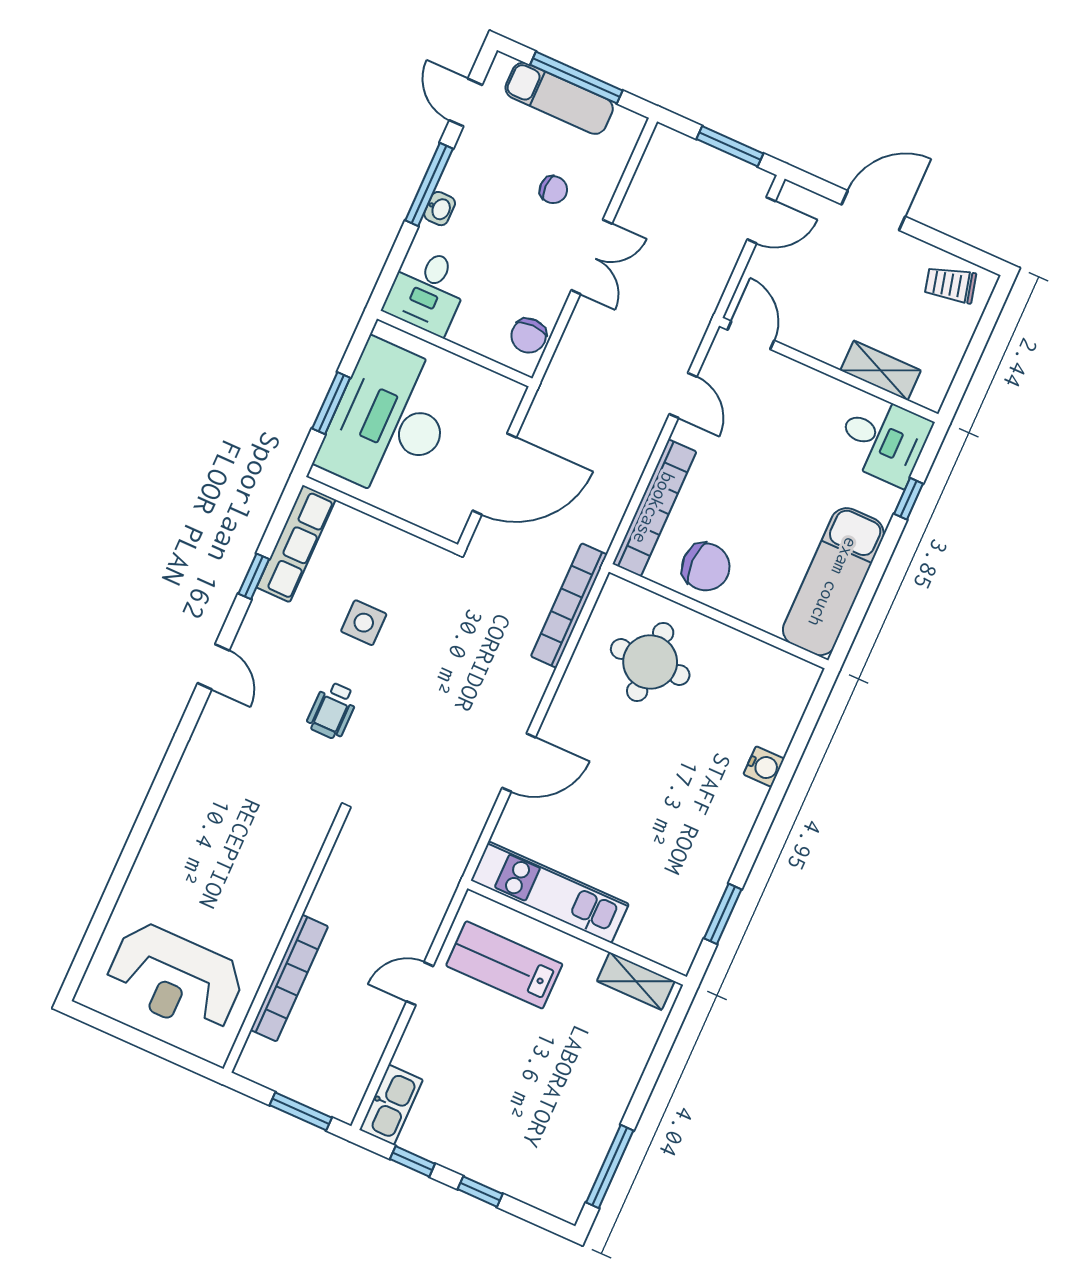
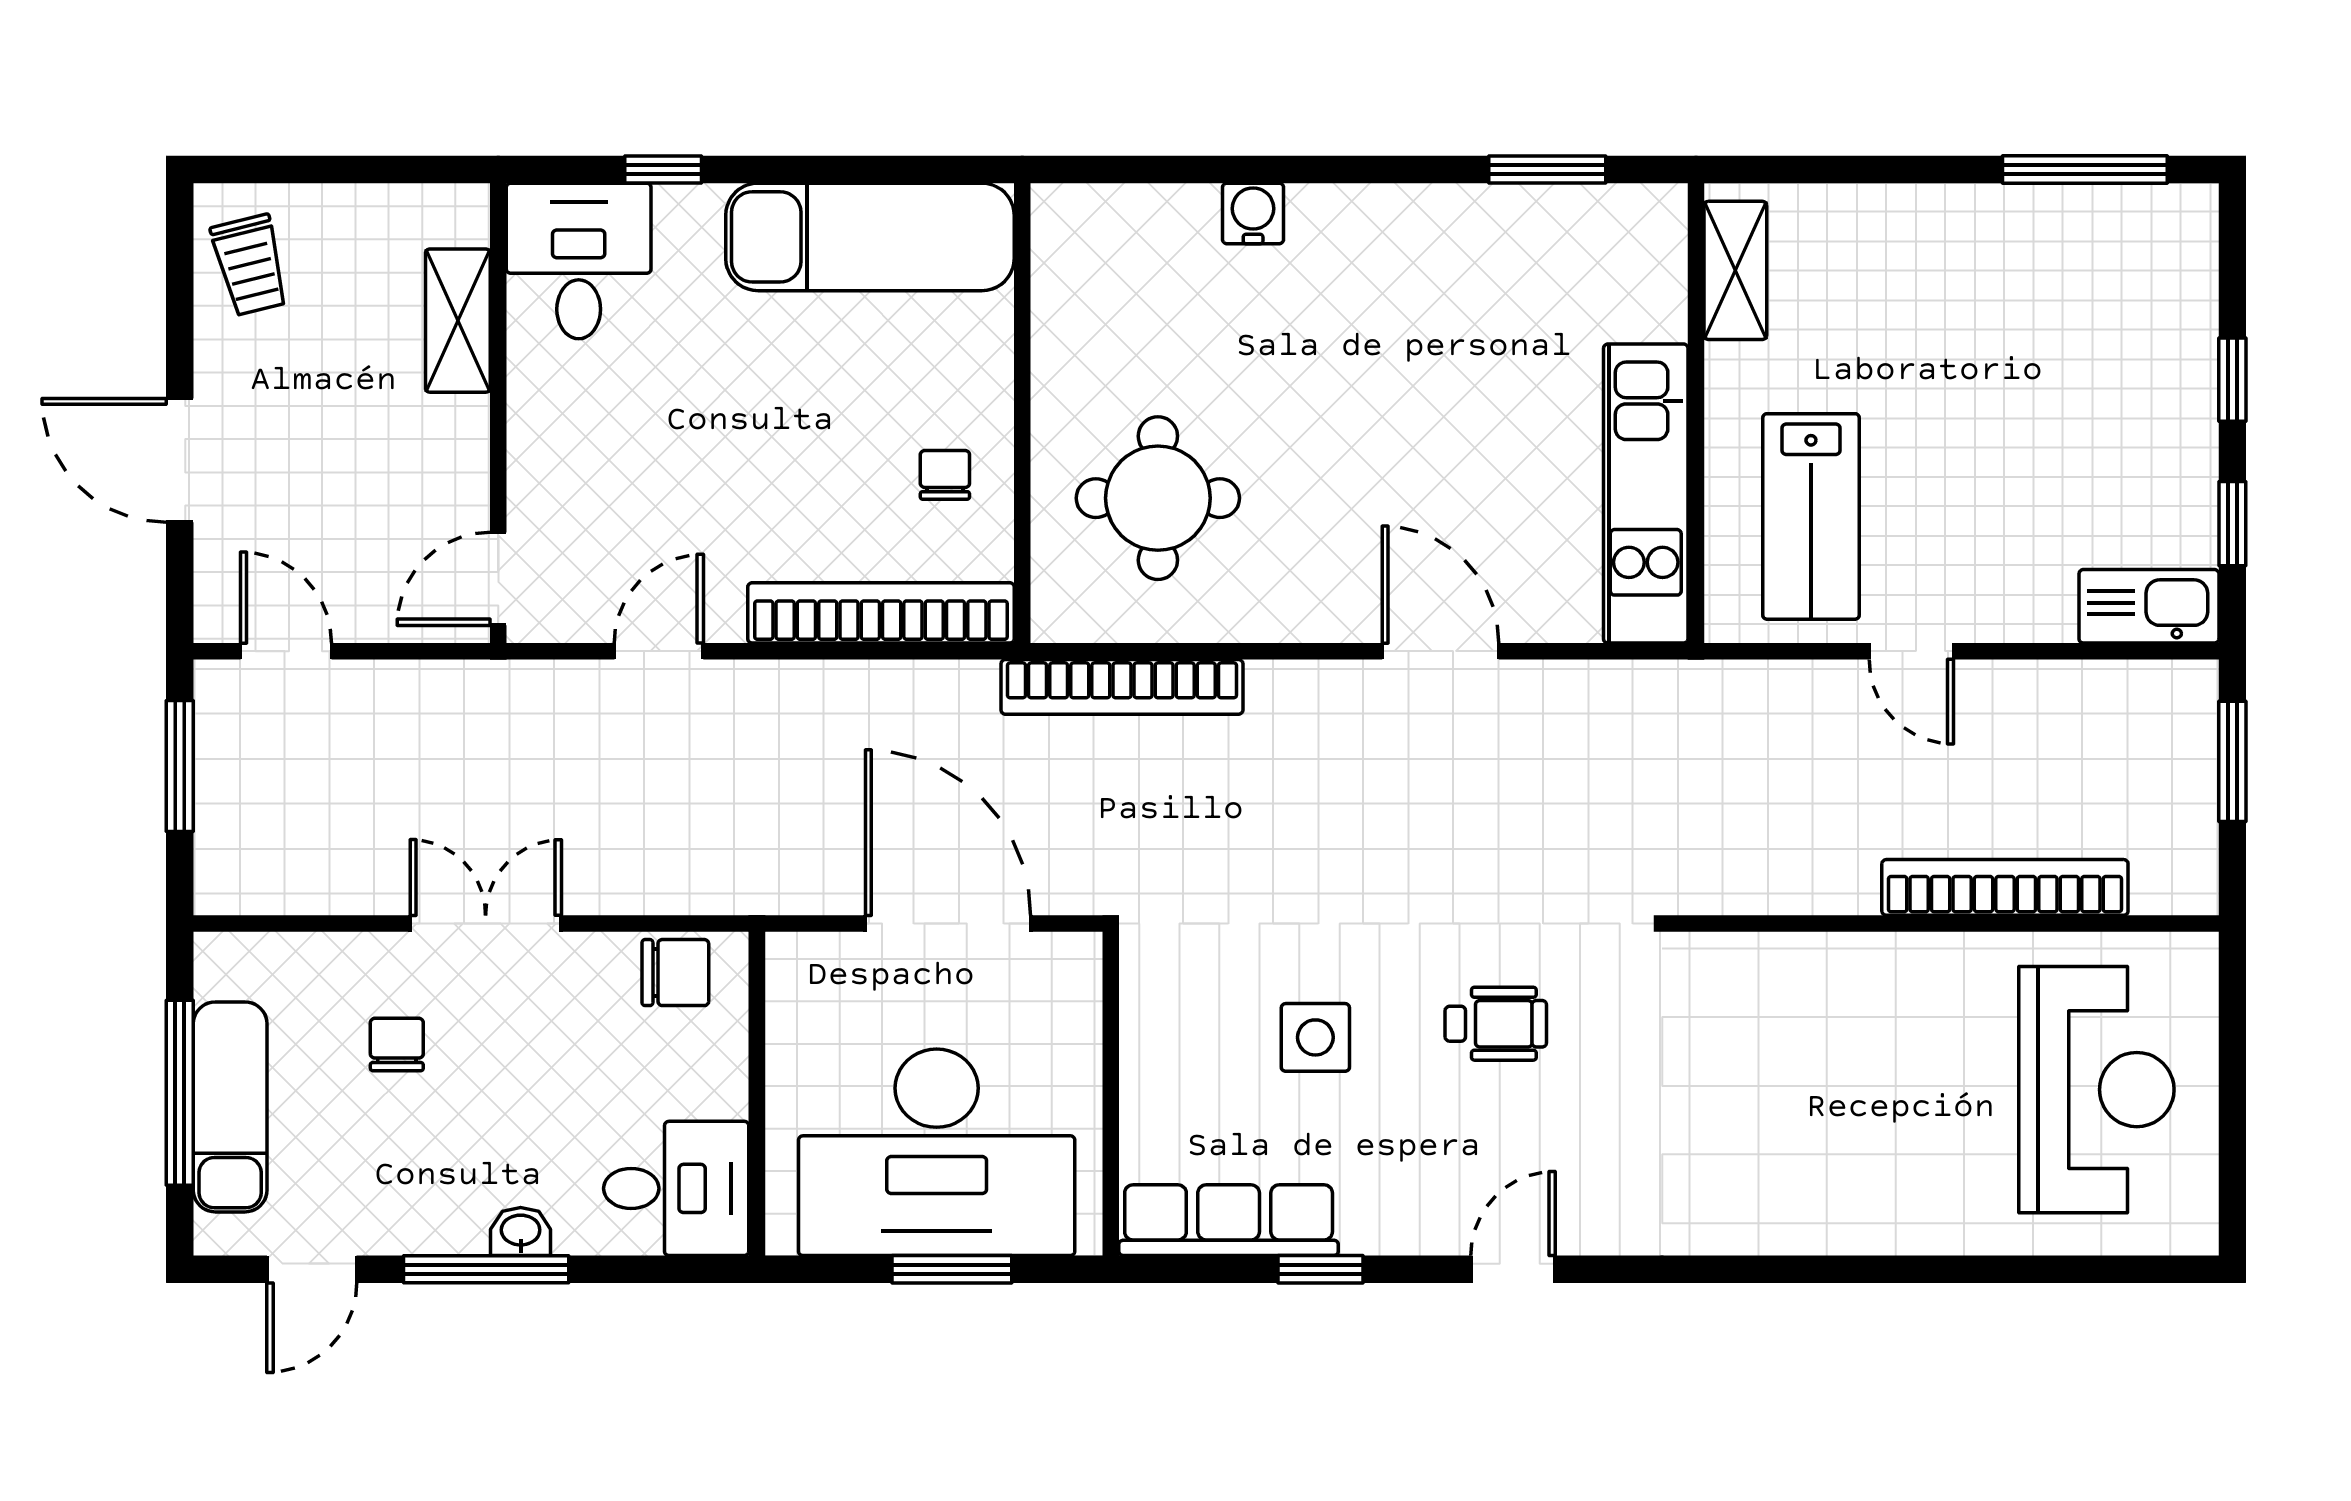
chair: (706, 567) -> (945, 475), width x0.54, depth x0.54

